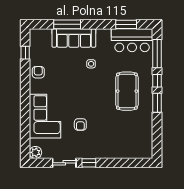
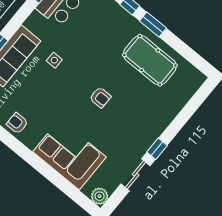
pool table: (127, 91) -> (150, 60), moved
armchair: (80, 124) -> (100, 97), moved

